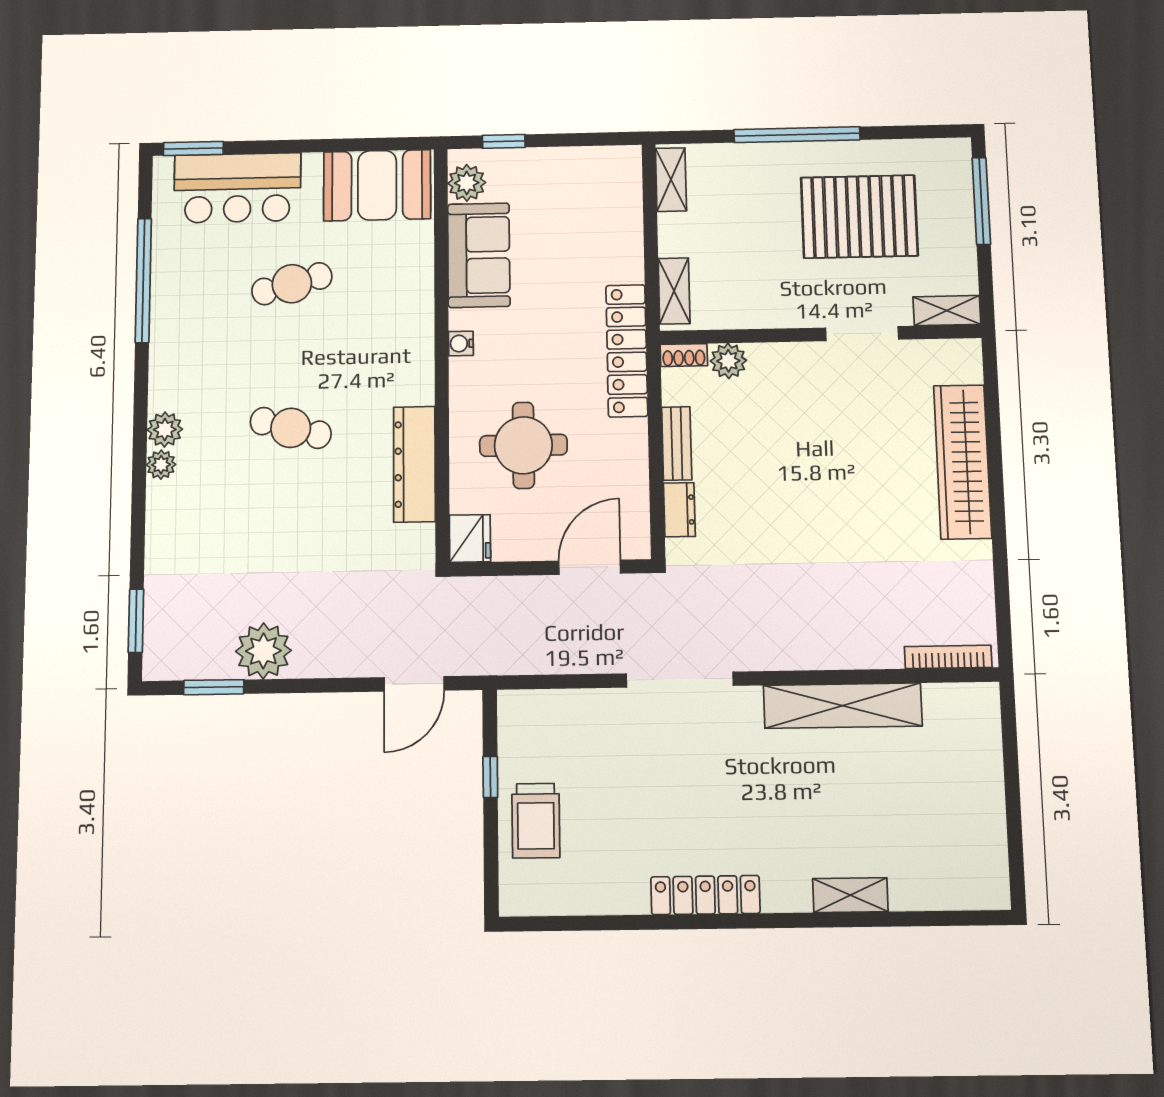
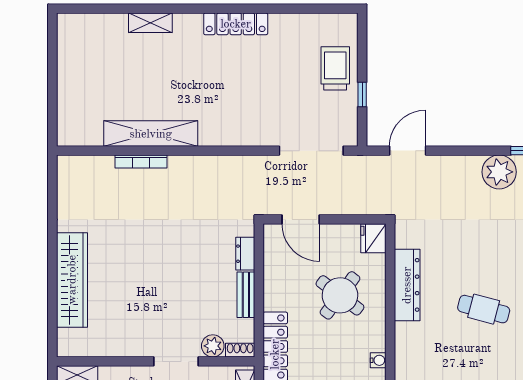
doorway: (862, 334) -> (176, 361), moved
round table: (523, 445) -> (340, 295), turned 37
door: (590, 567) -> (301, 219), hinge flipped
bookcase: (948, 657) -> (141, 162), moved
doorway: (680, 680) -> (311, 151), moved

